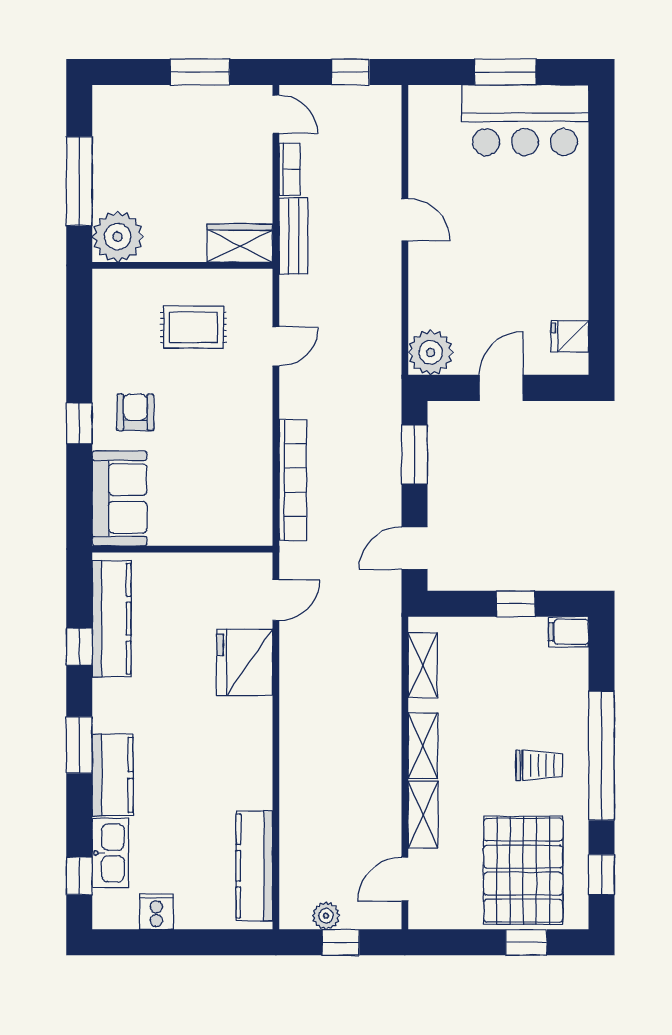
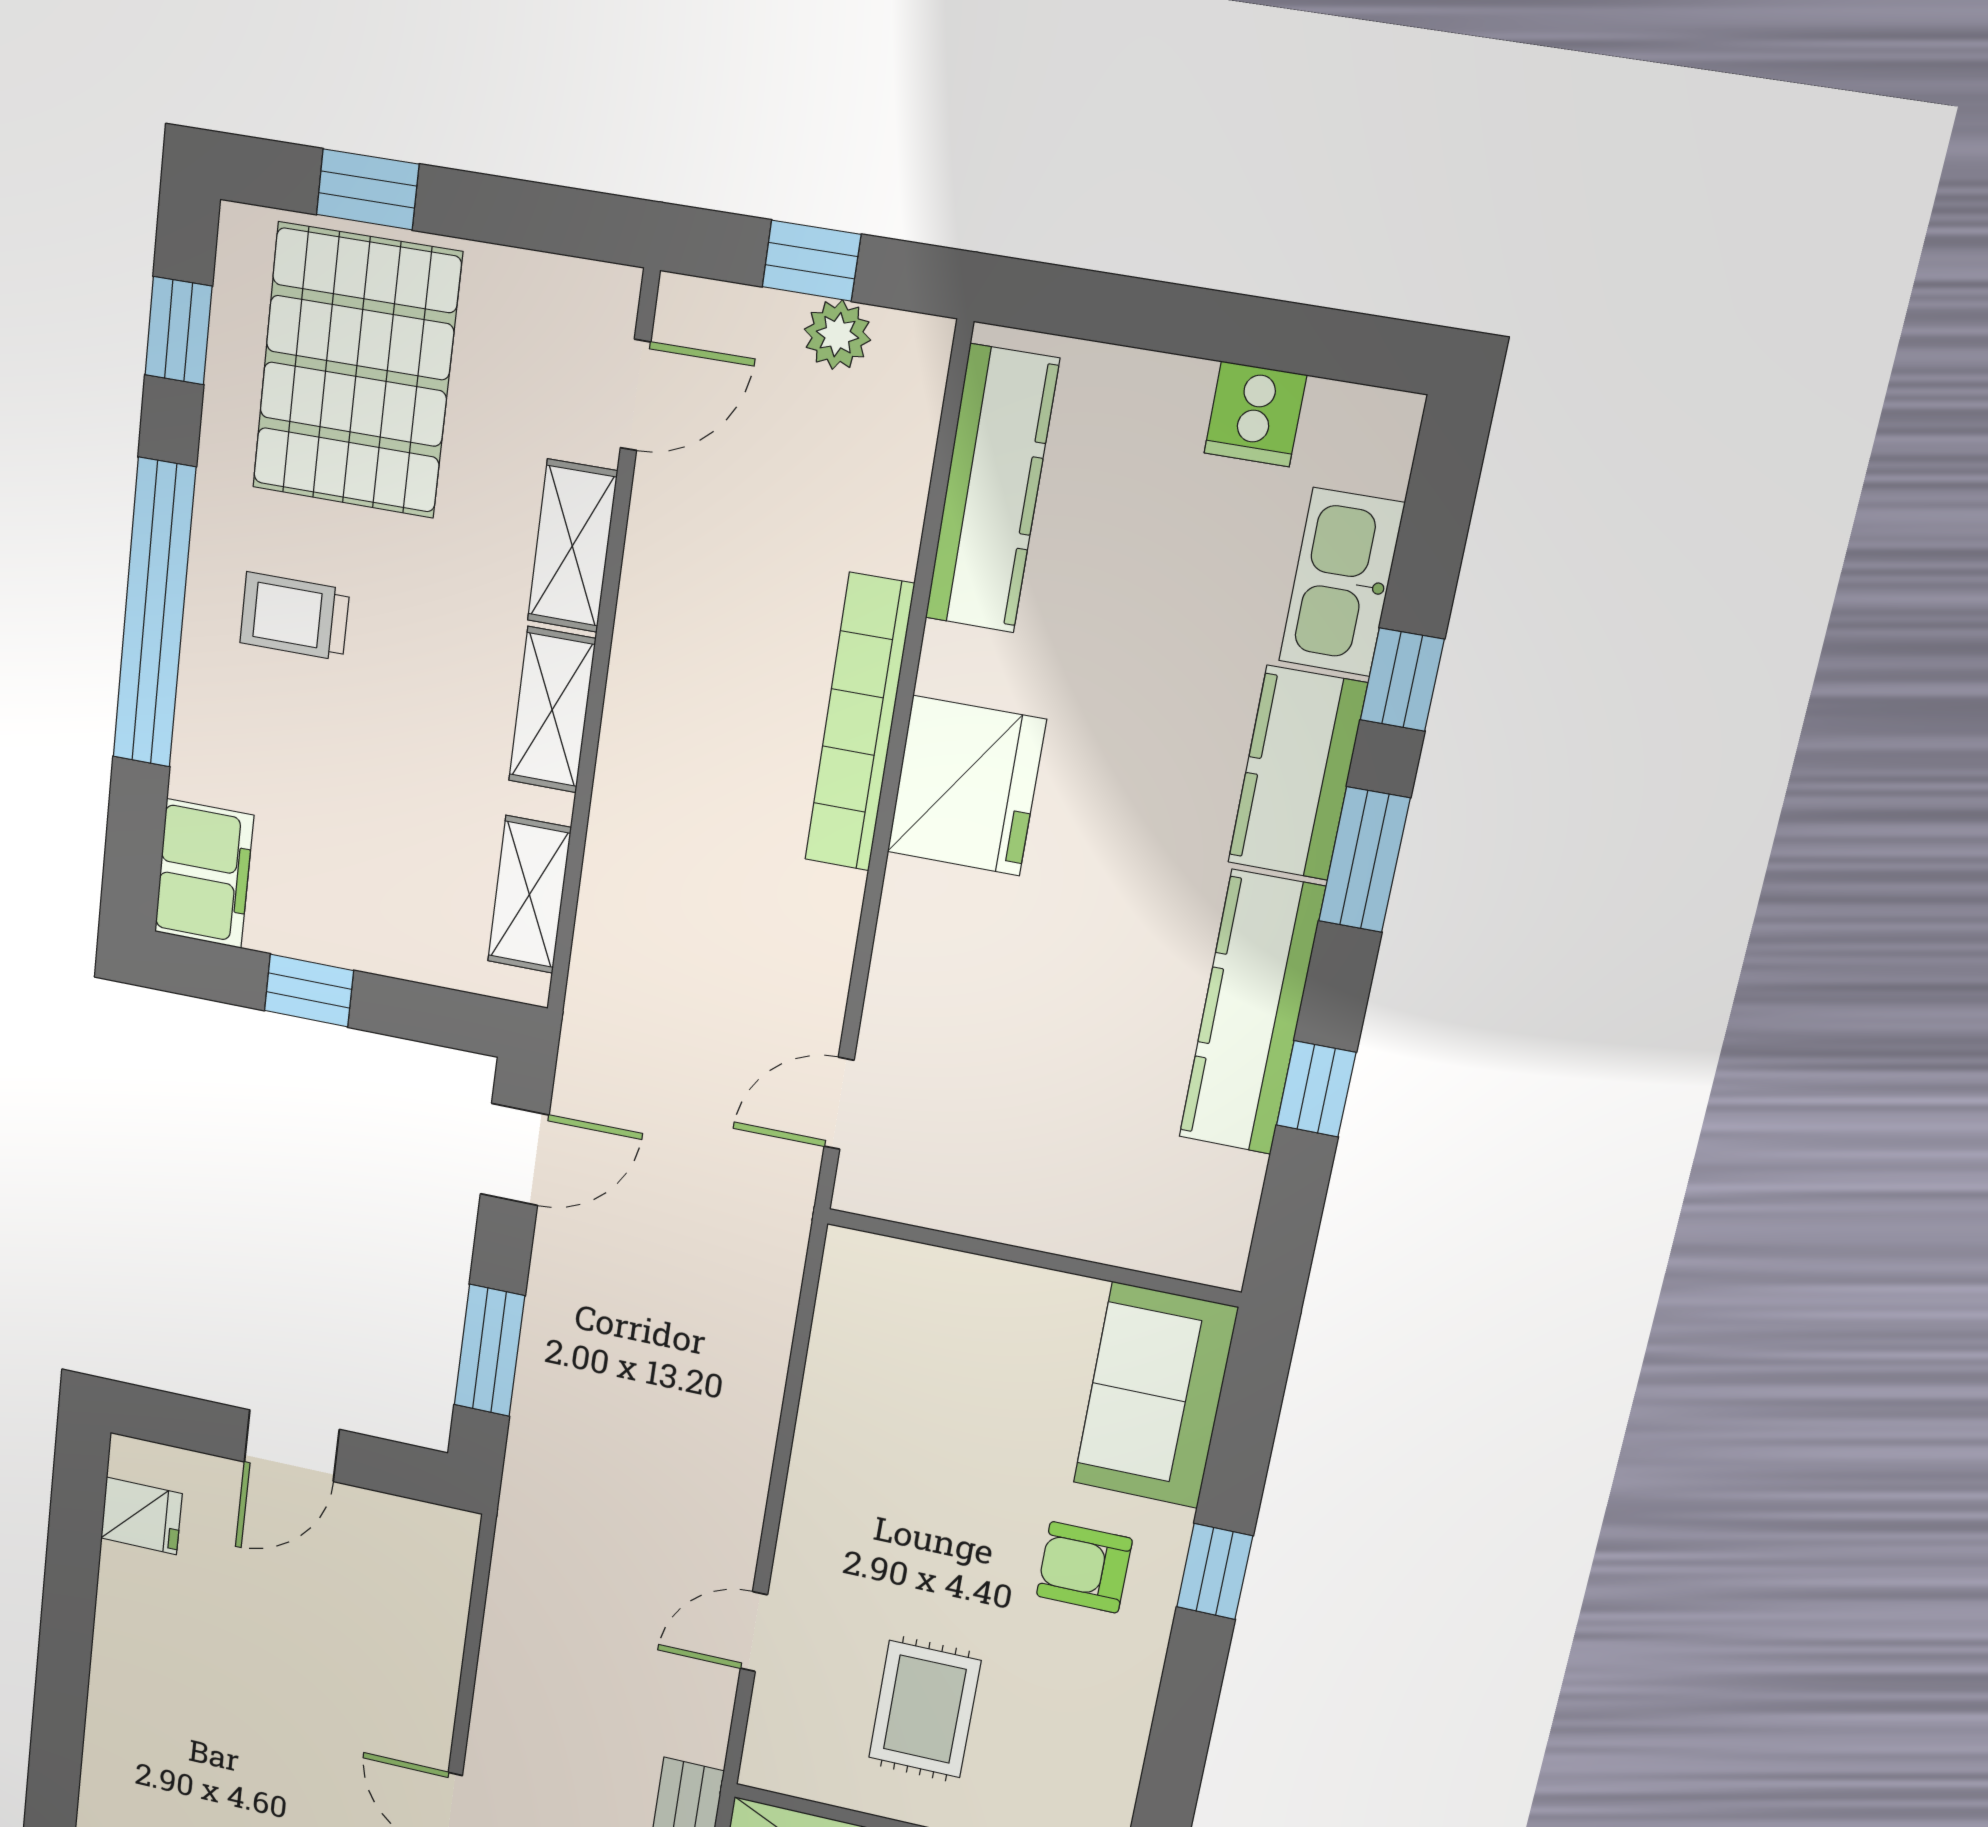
rug: (193, 327) -> (925, 1709), turned 90
plant: (431, 352) -> (430, 1548), removed
armchair: (135, 412) -> (1084, 1567), turned 90
bookcase: (293, 480) -> (859, 723), moved
kitchen counter: (112, 619) -> (1252, 1013), moved
filing cabinet: (568, 632) -> (204, 874), width x2.00
fridge: (245, 662) -> (966, 786), moved
window: (79, 876) -> (1402, 680), moved

